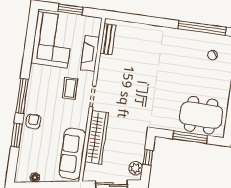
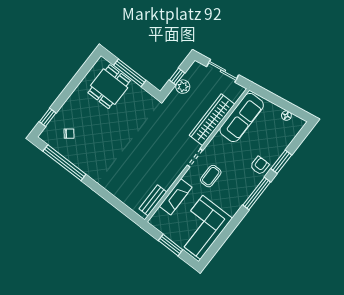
dining table: (201, 115) -> (109, 87), width x0.73
armchair: (33, 121) -> (260, 166), turned 180
plant: (136, 168) -> (183, 87), moved

